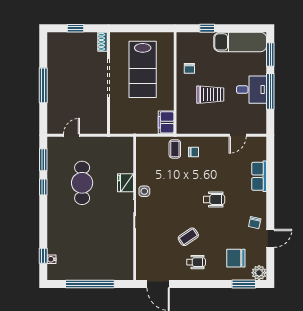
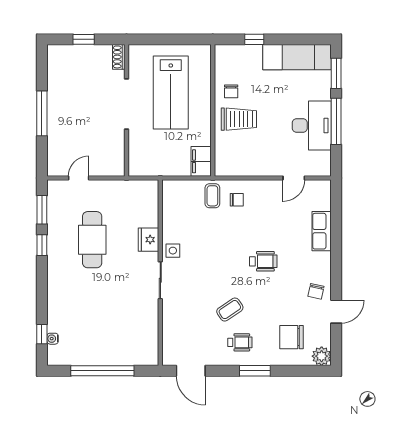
desk: (251, 90) -> (312, 126), width x1.37
trolley: (210, 95) -> (239, 119), moved
window: (244, 284) -> (255, 371), moved

